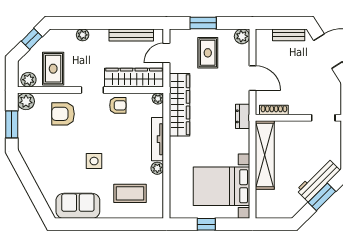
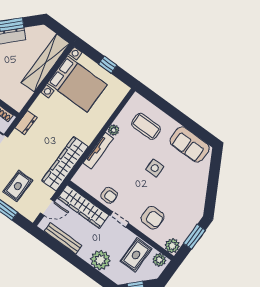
plant: (83, 35) -> (100, 260), width x1.88, depth x1.88
plant: (158, 99) -> (77, 179), removed
armchair: (118, 105) -> (109, 195), turned 180
shelving: (265, 155) -> (45, 63), moved

